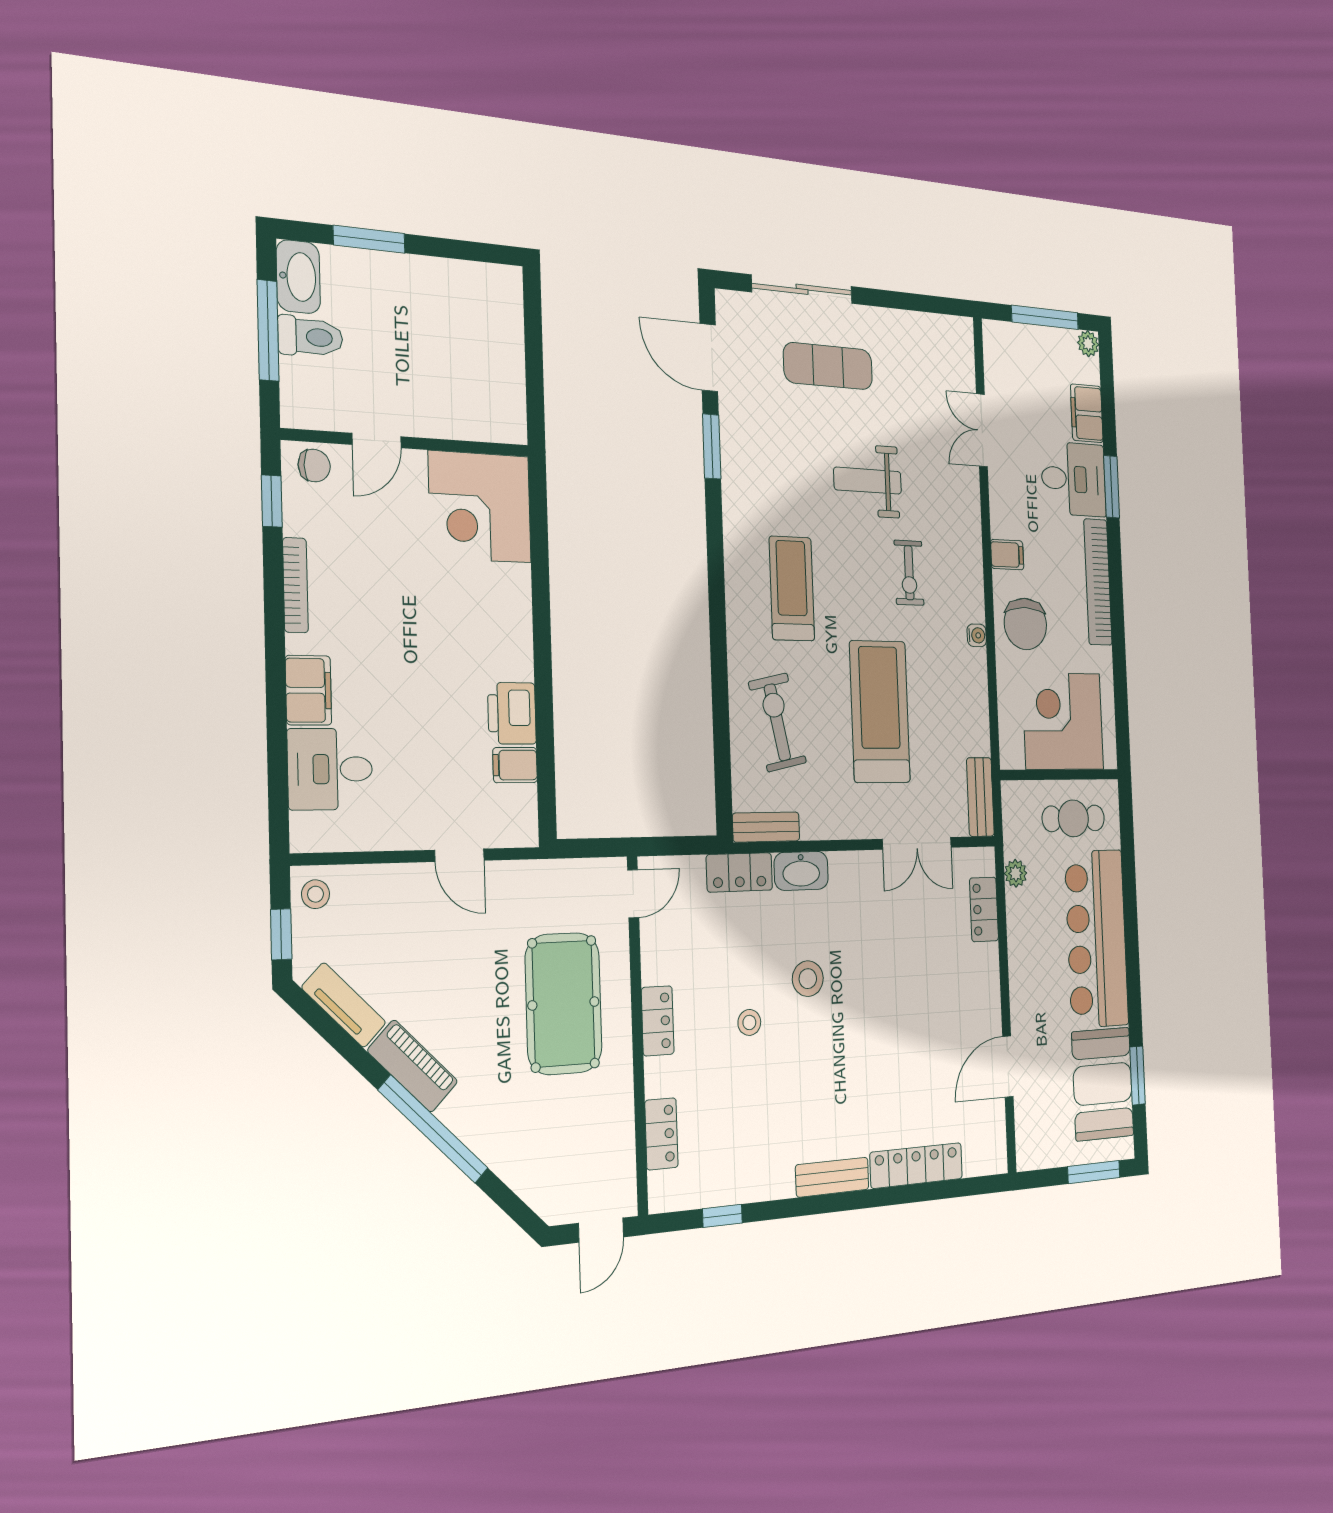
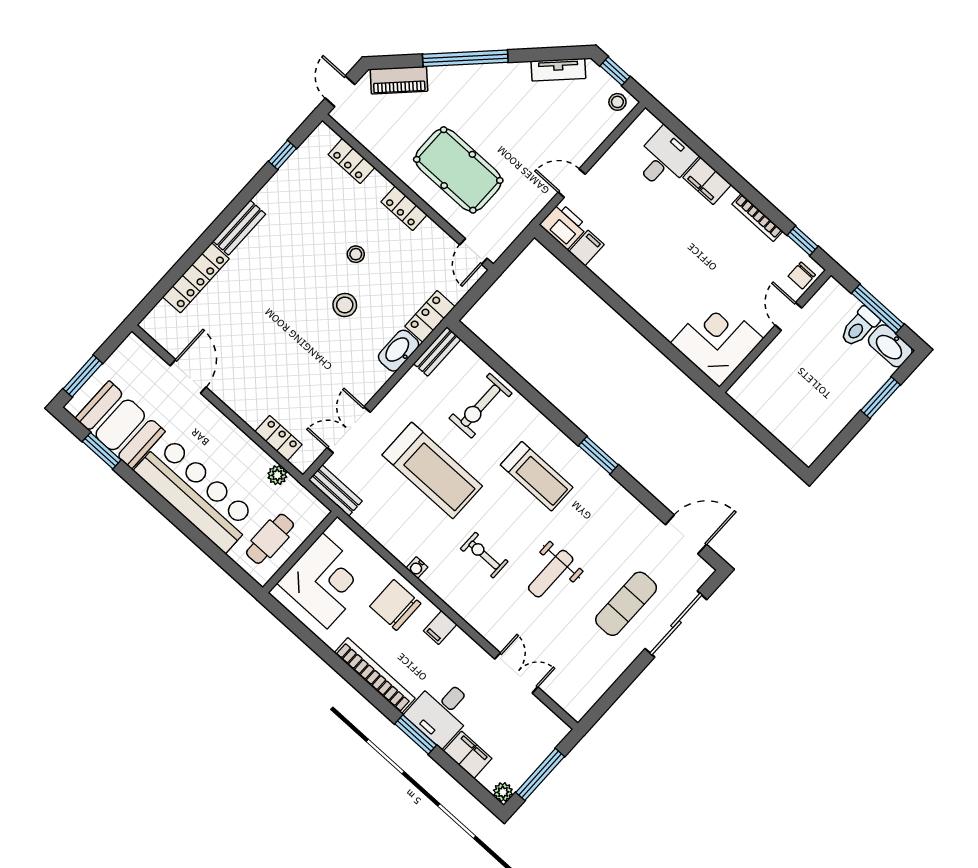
window: (712, 446) -> (598, 455), moved
weight bench: (868, 481) -> (551, 574), turned 180
printer: (512, 713) -> (564, 226), moved
exercise bike: (777, 722) -> (481, 406), turned 102
piano: (413, 1066) -> (399, 80), moved

